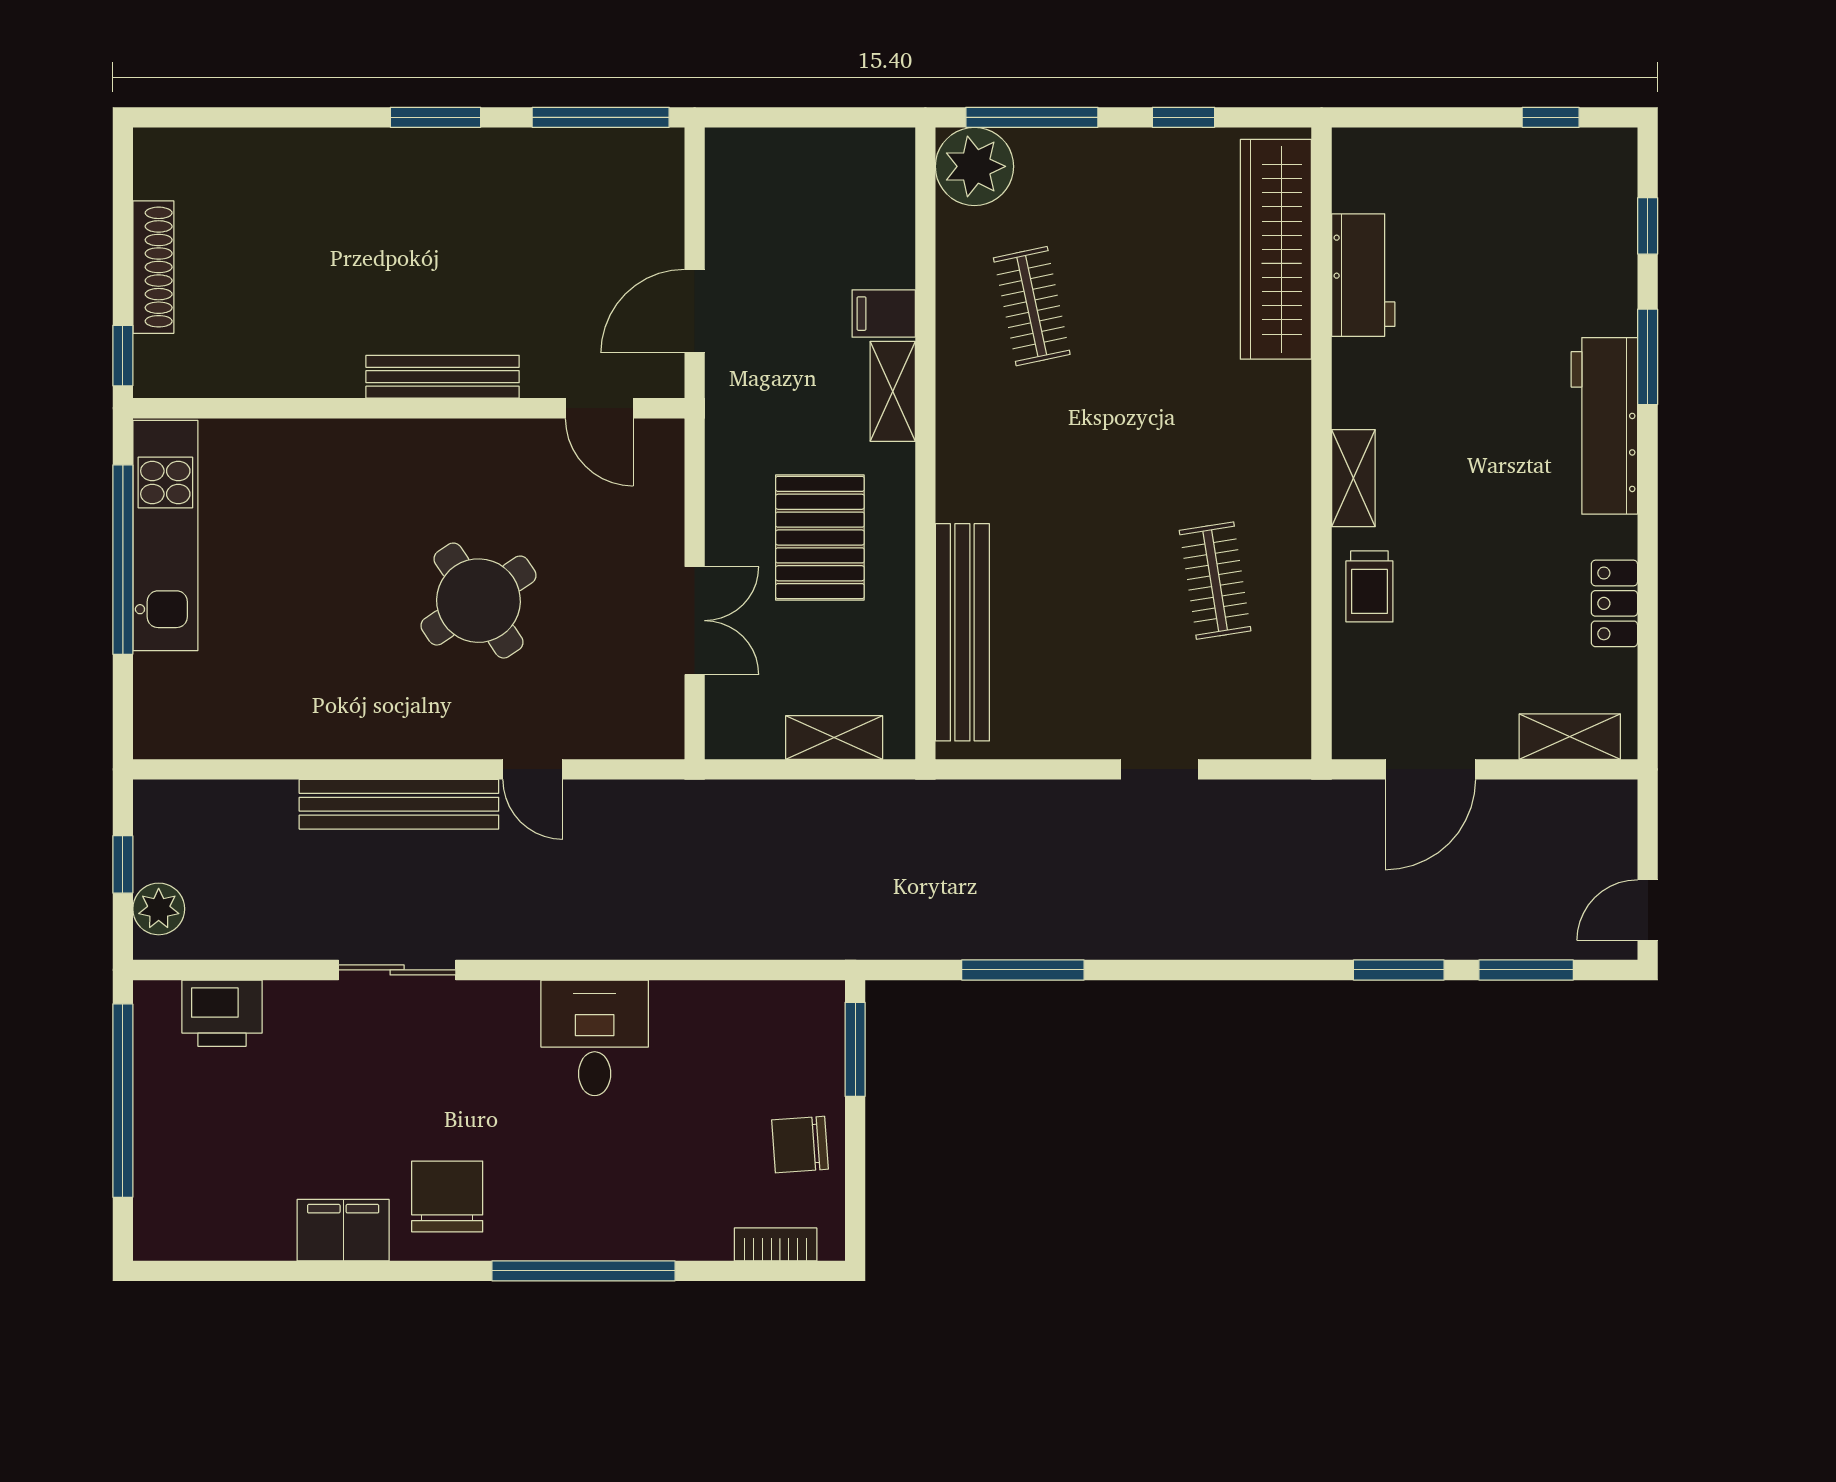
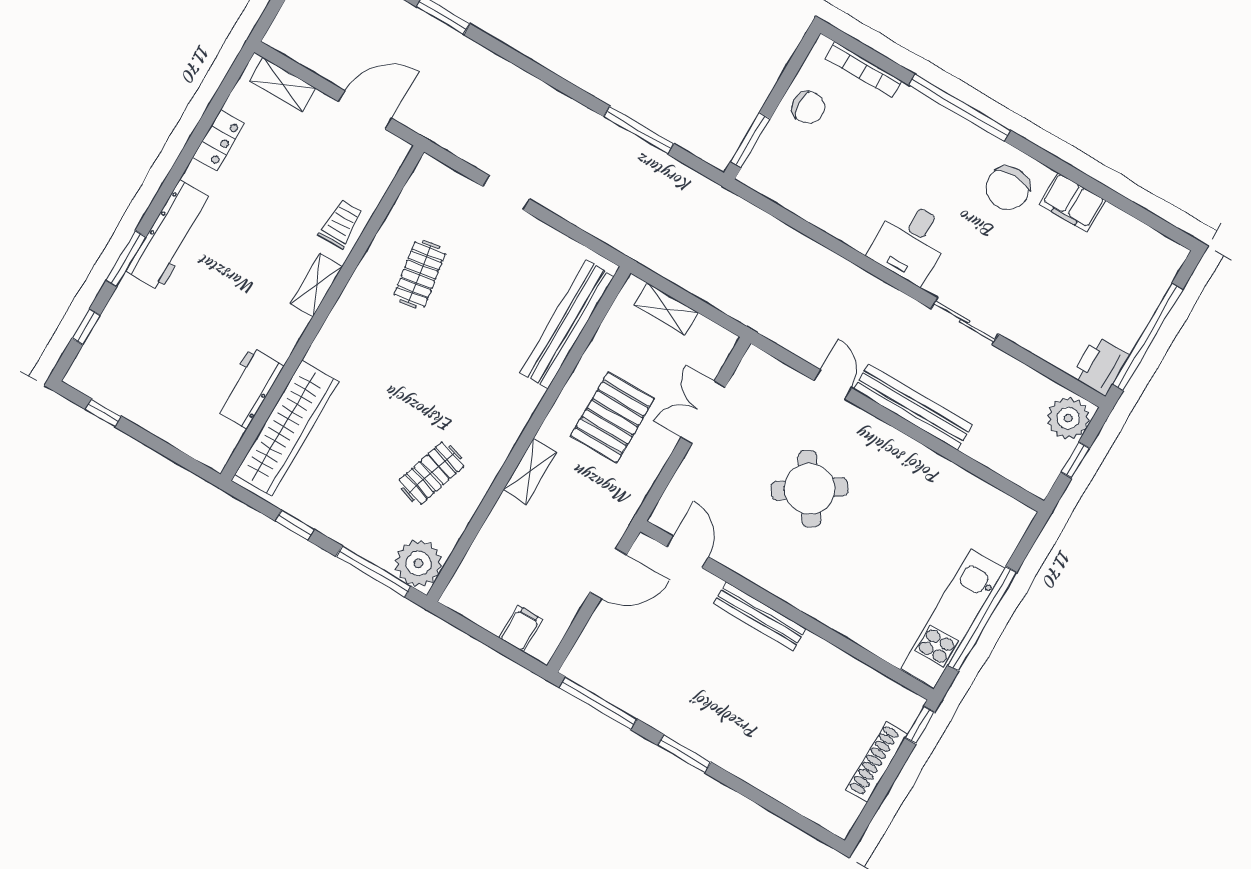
clothes rail: (1032, 306) -> (431, 473), turned 30
filing cabinet: (884, 314) -> (521, 629), moved, turned -90
plant: (159, 909) -> (1068, 418), width x1.36, depth x1.36
printer: (222, 1013) -> (1100, 366), moved, turned -90
desk: (595, 1038) -> (911, 242), moved
bookcase: (776, 1244) -> (864, 70), width x1.56

